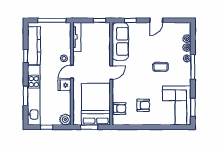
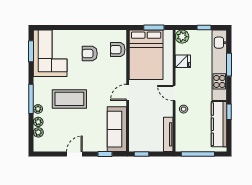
coffee table: (161, 67) -> (69, 99), width x1.86, depth x1.72
door: (72, 72) -> (174, 93), swing flipped
fridge: (65, 85) -> (183, 61), moved

